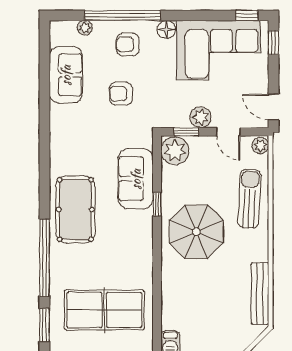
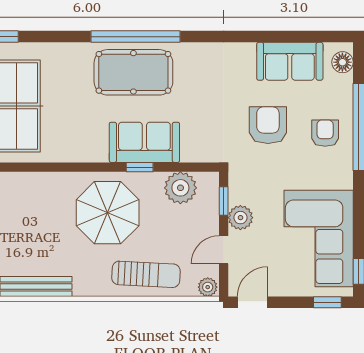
plant: (85, 28) -> (344, 83), removed
floor lamp: (166, 29) -> (342, 62), moved
armchair: (121, 94) -> (268, 125), width x1.38, depth x1.38
plant: (175, 151) -> (180, 188), moved
sofa: (136, 179) -> (144, 142), moved
window: (45, 258) -> (136, 37), moved

